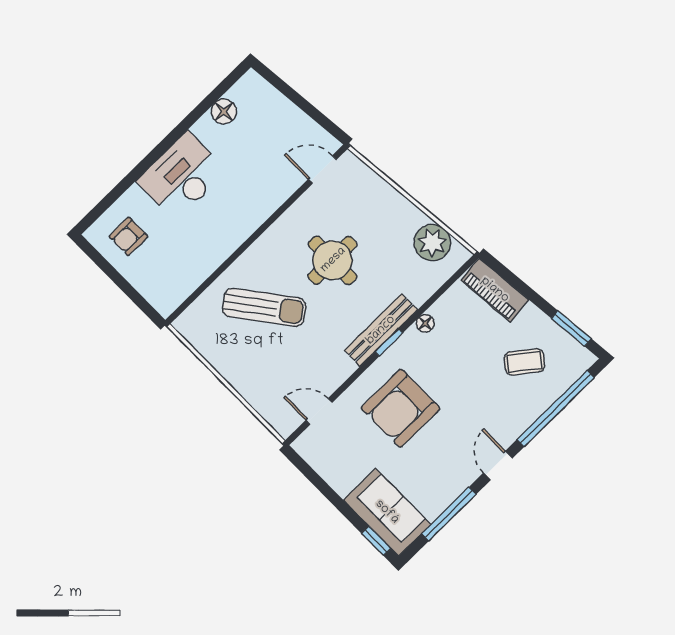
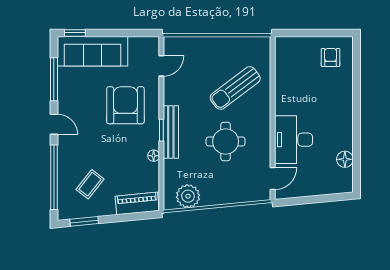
desk: (182, 176) -> (293, 140), moved, turned 180
sofa: (387, 512) -> (93, 51), width x1.36

